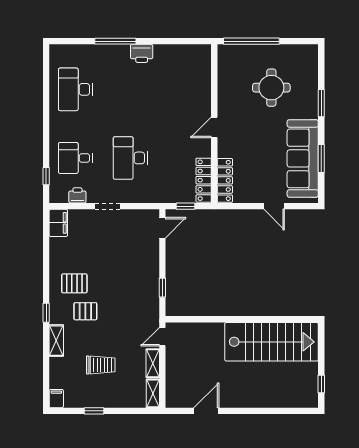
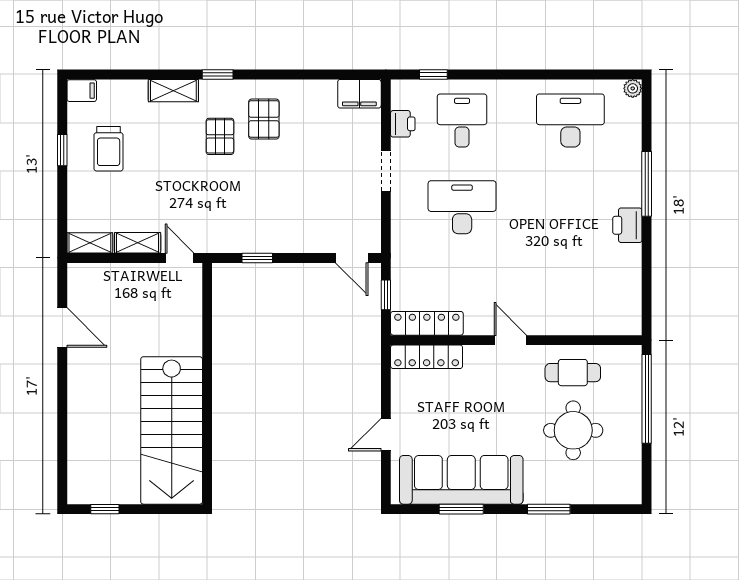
plant: (55, 50) -> (633, 88), added
cafe table: (235, 88) -> (573, 373), added
trolley: (101, 365) -> (109, 149), moved

